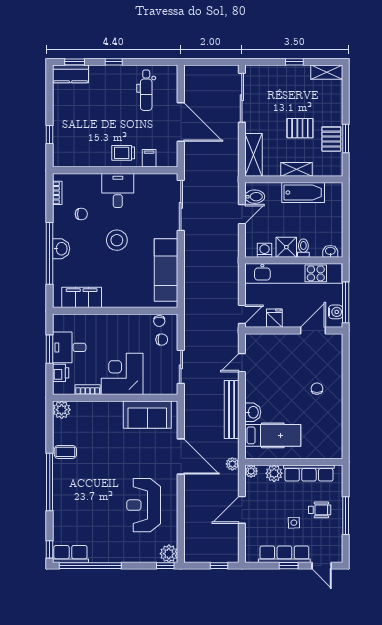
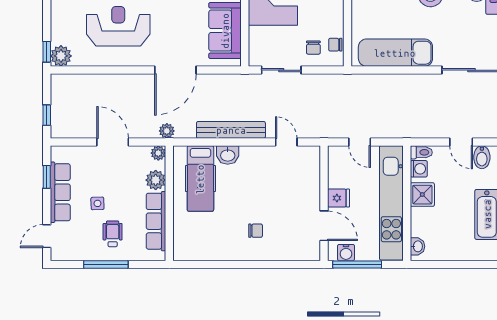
toilet: (303, 248) -> (421, 152), moved
door: (242, 314) -> (360, 142), moved
fridge: (274, 318) -> (339, 198), moved
wheelchair: (320, 510) -> (113, 234), turned 180
window: (289, 566) -> (47, 177), moved

